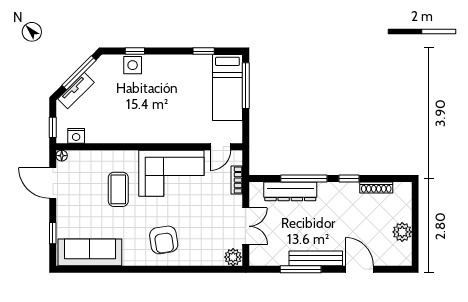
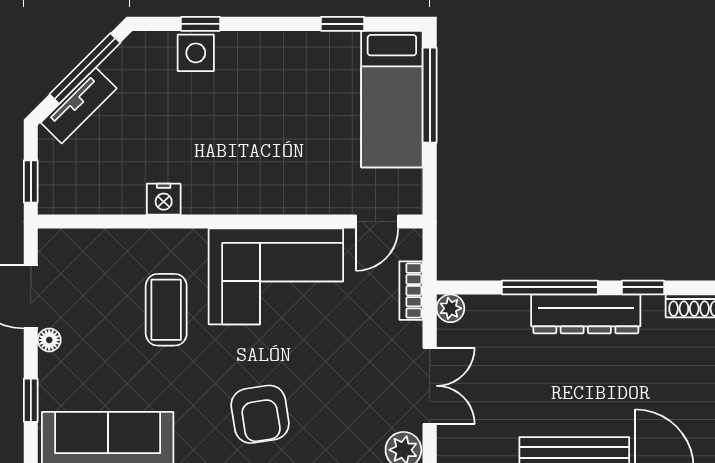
nightstand: (76, 136) -> (164, 199), moved
floor lamp: (62, 156) -> (49, 340), moved
plant: (256, 189) -> (450, 308), added
dresser: (290, 191) -> (586, 314), moved

